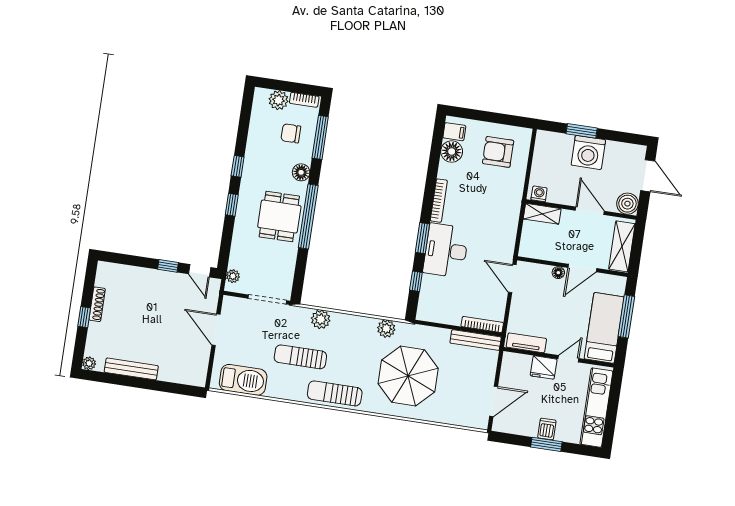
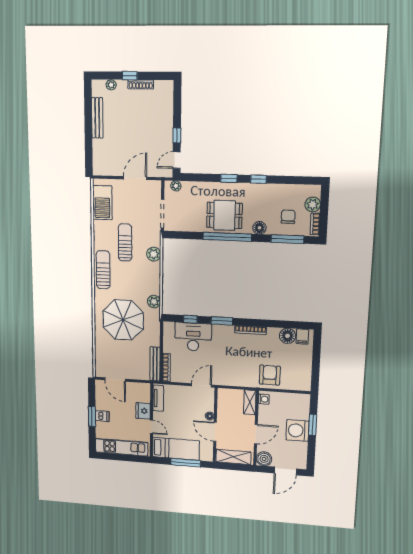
armchair: (498, 152) -> (270, 375), moved
desk: (446, 250) -> (193, 337), moved
plant: (89, 363) -> (111, 85), moved

